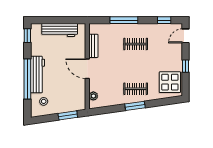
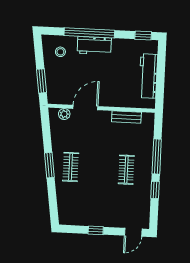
window: (164, 20) -> (155, 190), moved
door: (186, 36) -> (133, 232), swing flipped
door: (87, 69) -> (85, 107), moved
workbench: (37, 75) -> (94, 46), width x0.73
display table: (170, 82) -> (77, 210), removed

